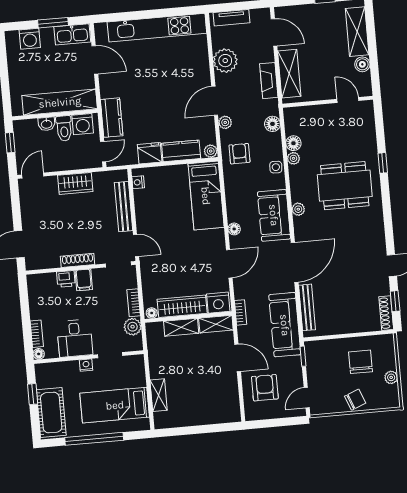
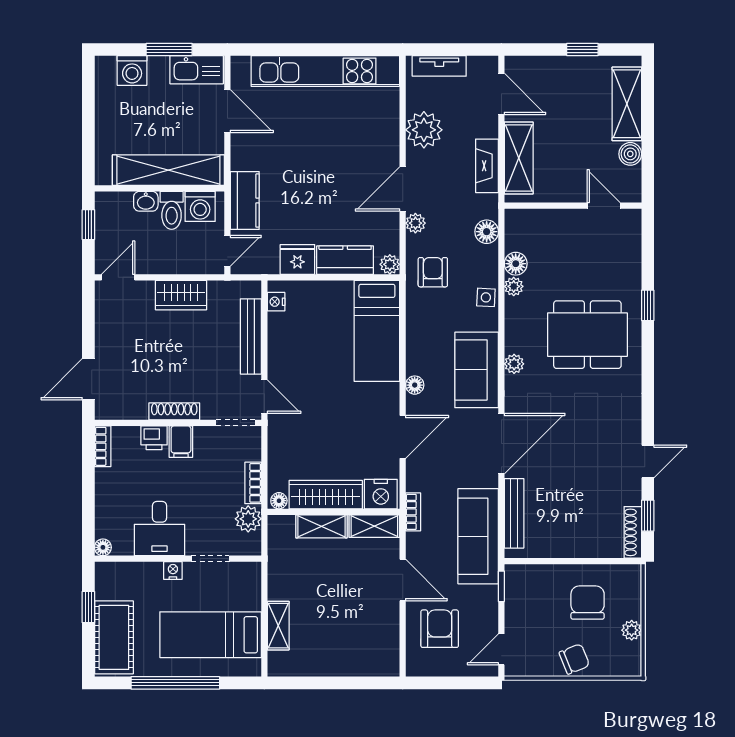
bookcase: (37, 334) -> (103, 446), moved

